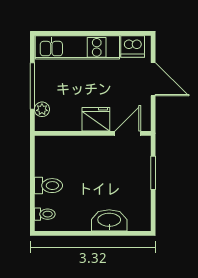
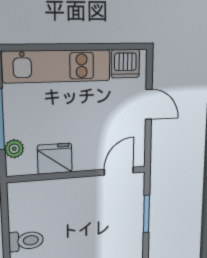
door: (153, 79) -> (149, 104), width x0.73
fridge: (96, 119) -> (55, 159), moved

